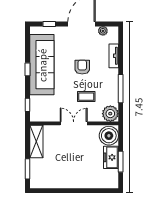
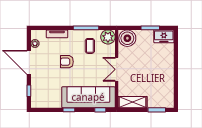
sofa: (42, 65) -> (88, 97), moved
coffee table: (86, 97) -> (90, 46), moved
freezer: (111, 157) -> (164, 36), moved

